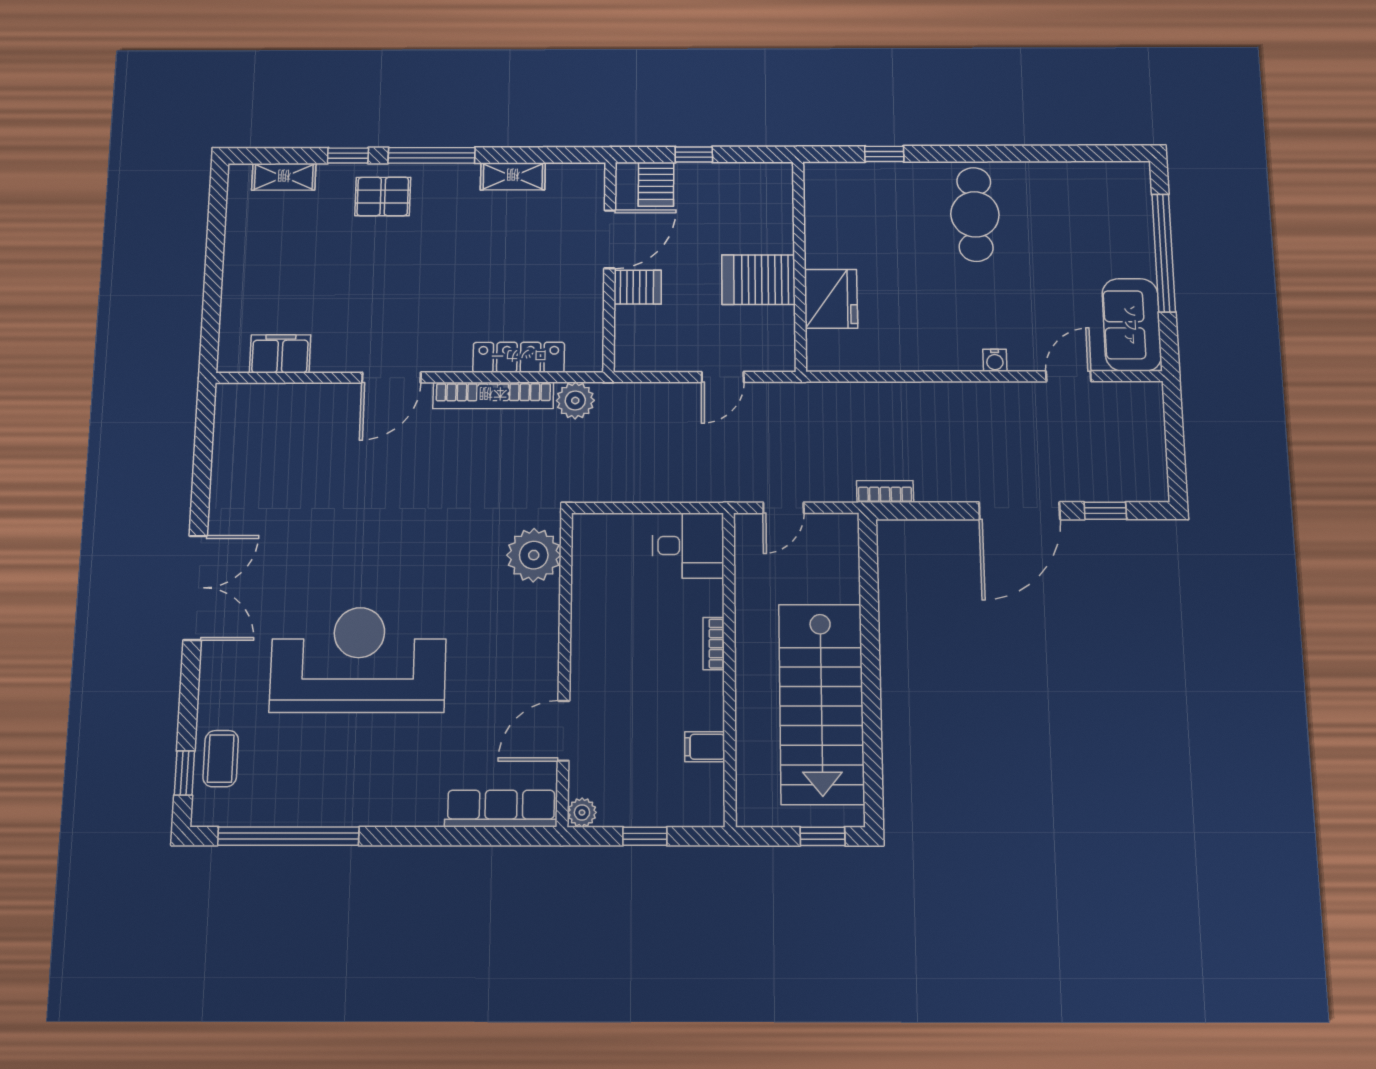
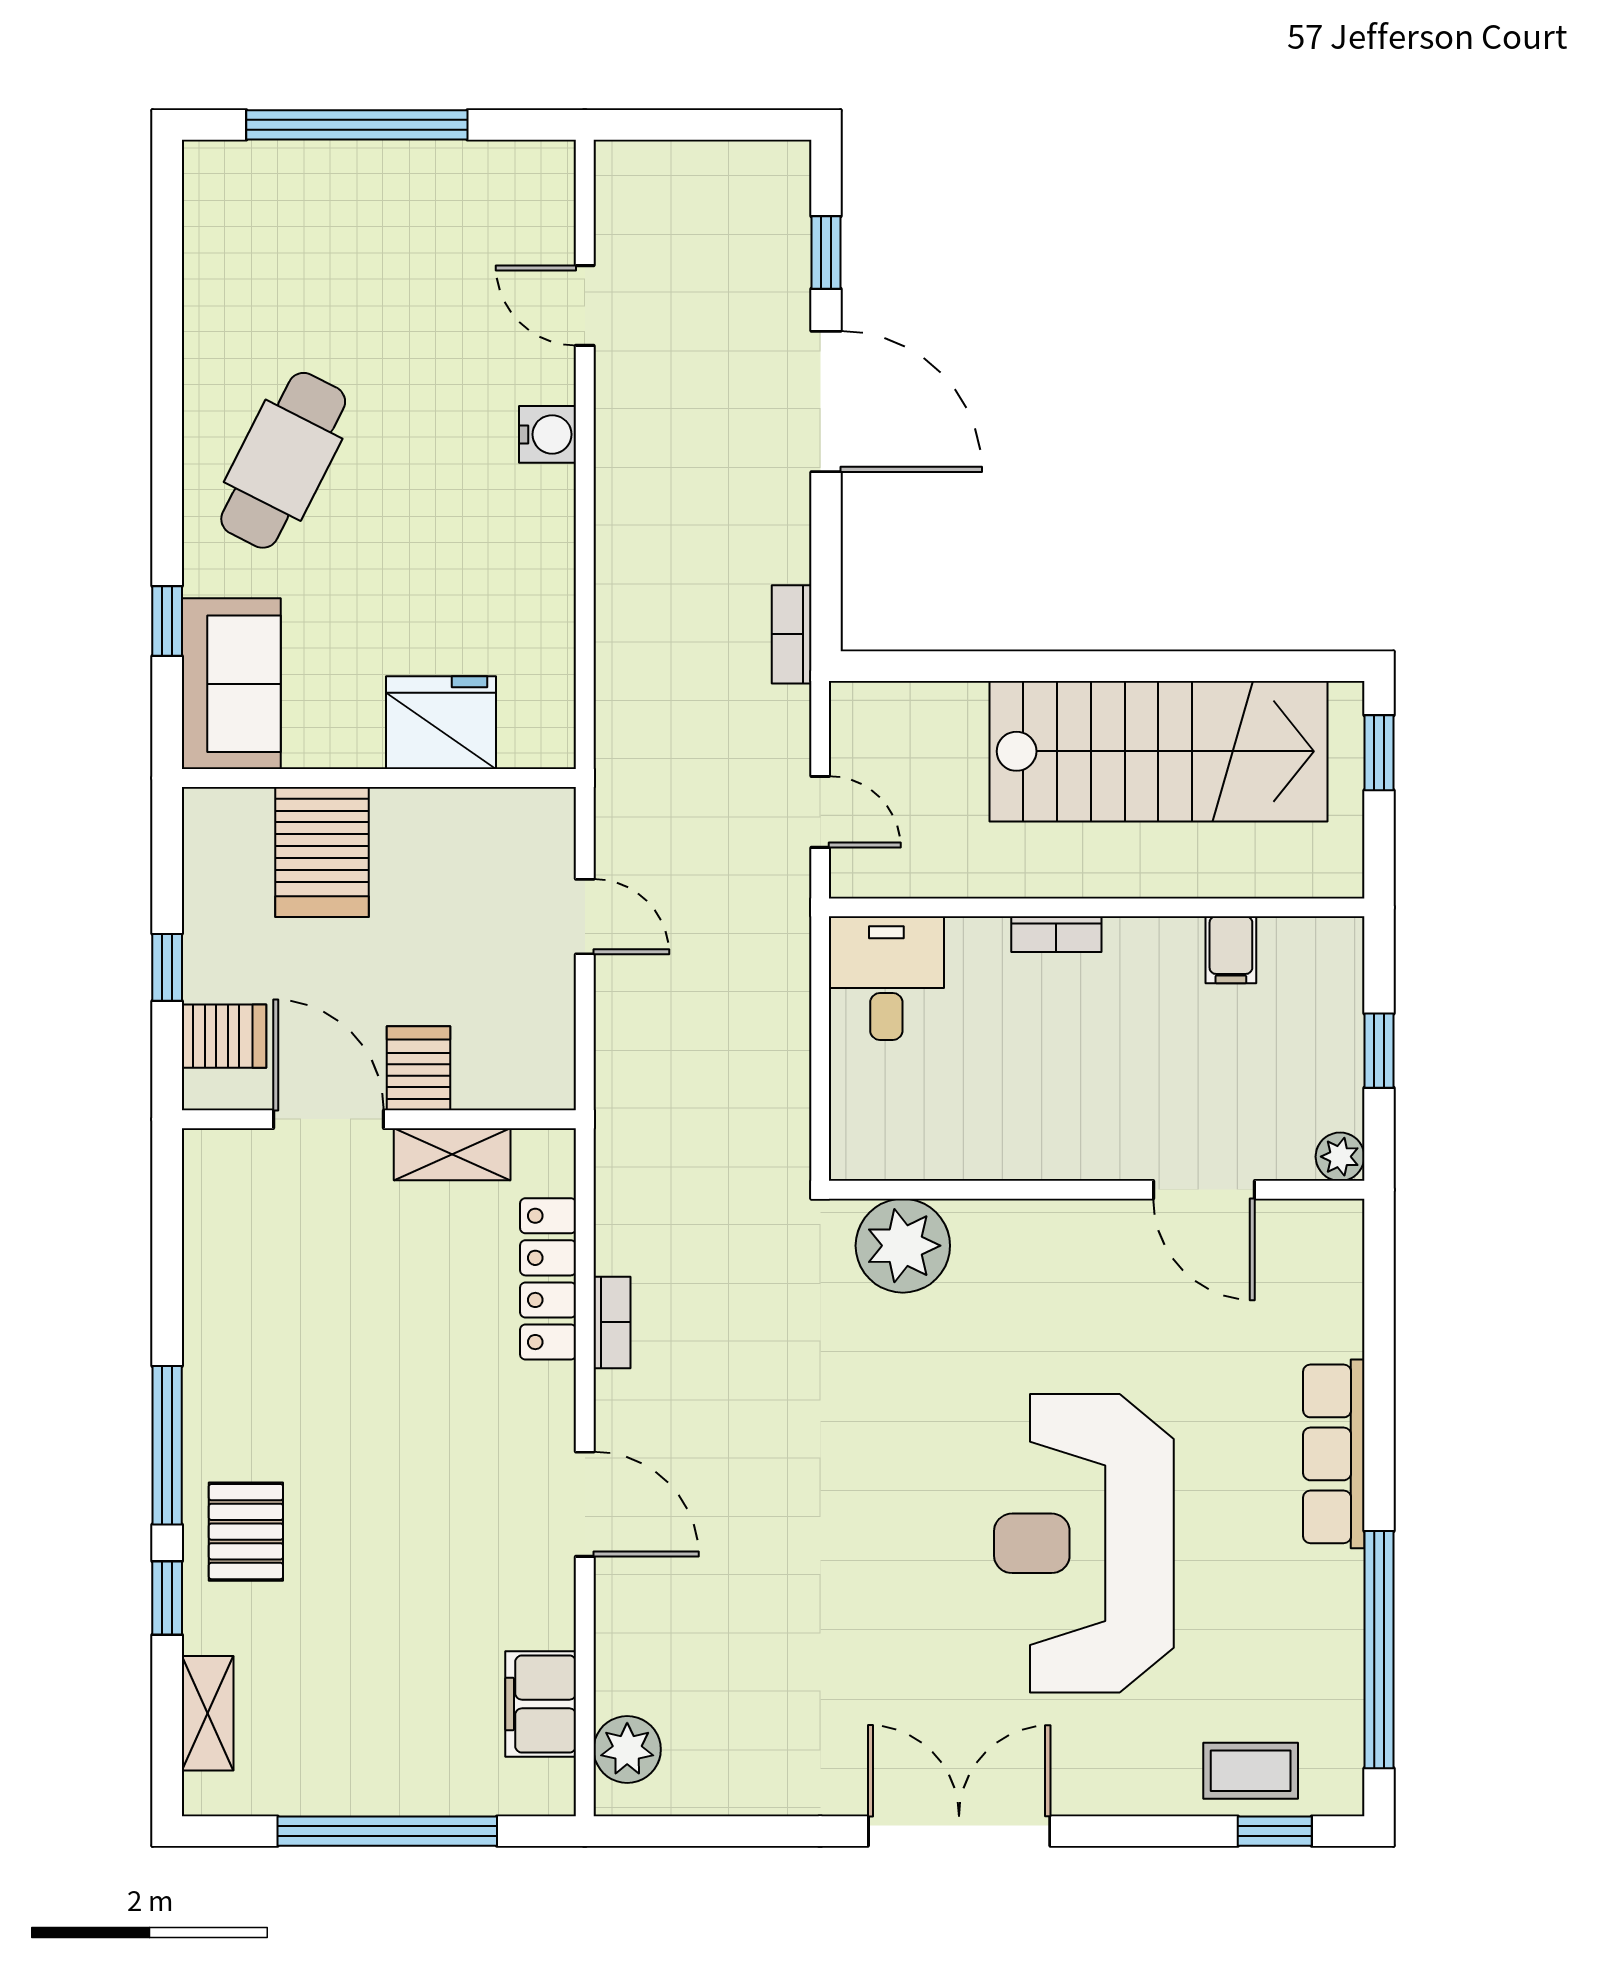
shelving: (513, 176) -> (452, 1154), moved, turned 90
cafe table: (975, 214) -> (283, 460), turned -63
window: (214, 271) -> (387, 1831), added
server rack: (758, 280) -> (322, 852), moved
sofa: (1132, 325) -> (231, 684), moved, turned -90
water cooler: (995, 360) -> (548, 434), width x1.38, depth x1.38
bookcase: (493, 395) -> (612, 1322), width x0.43, depth x0.76
plant: (575, 400) -> (627, 1749), moved
row of seats: (501, 809) -> (1334, 1454), moved

